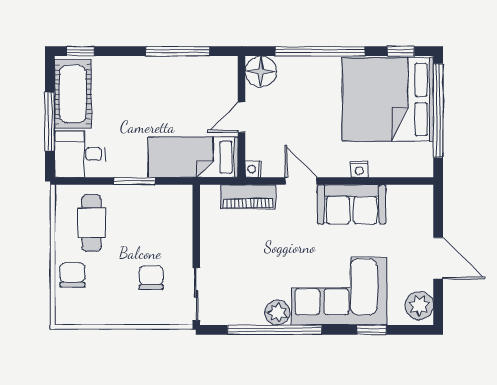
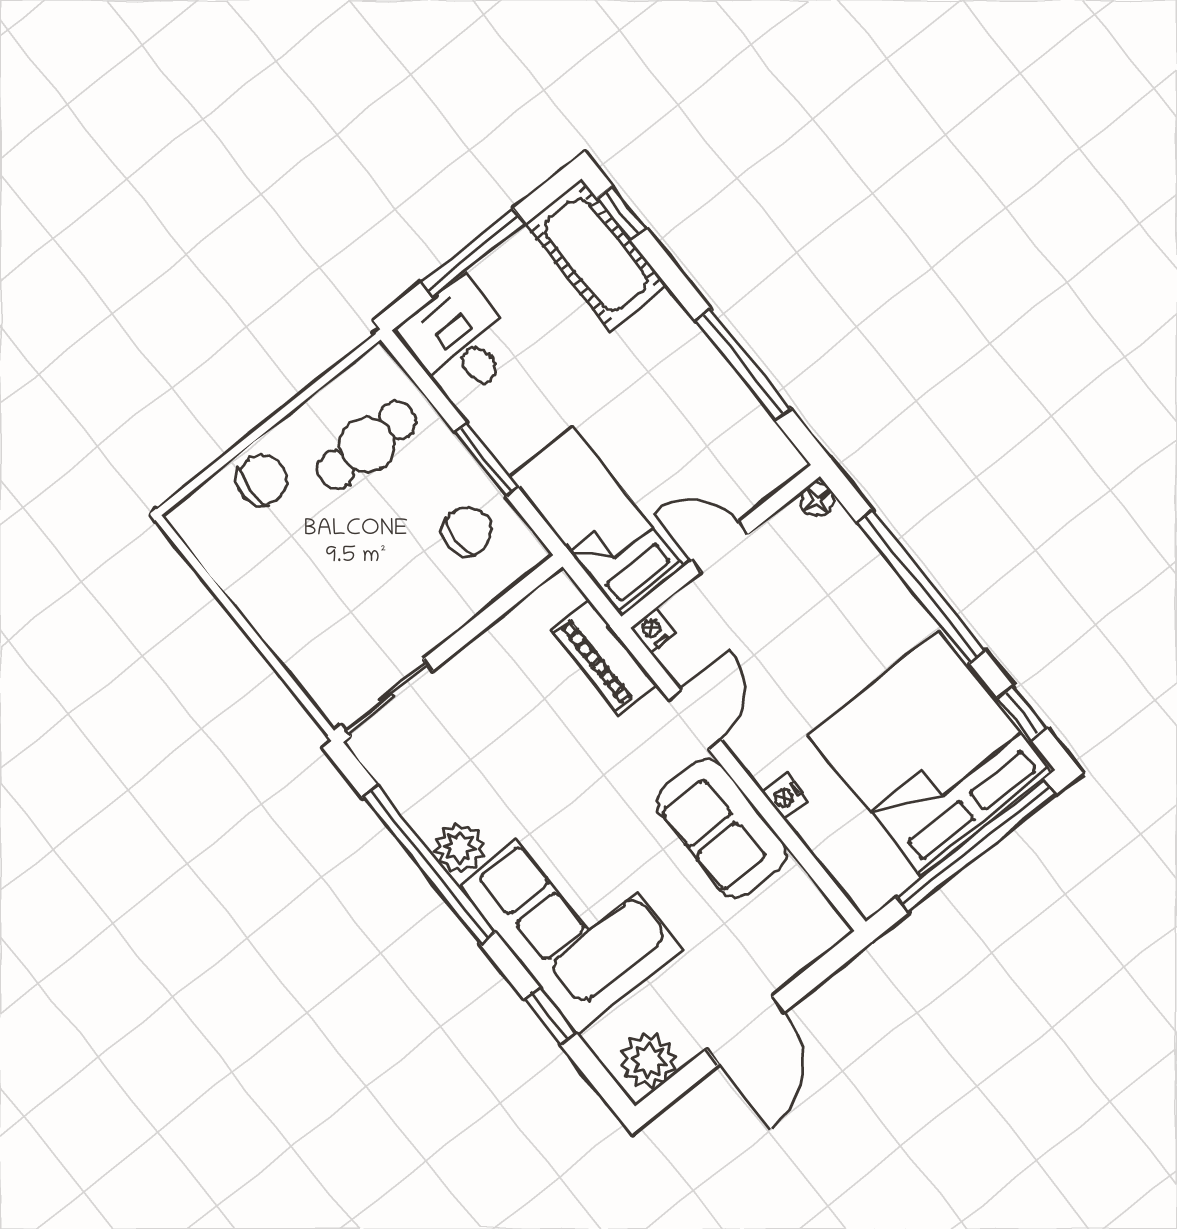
floor lamp: (261, 72) -> (817, 499), width x0.53, depth x0.53
cot: (73, 94) -> (596, 255), moved, turned 90
chair: (151, 278) -> (467, 531), moved

